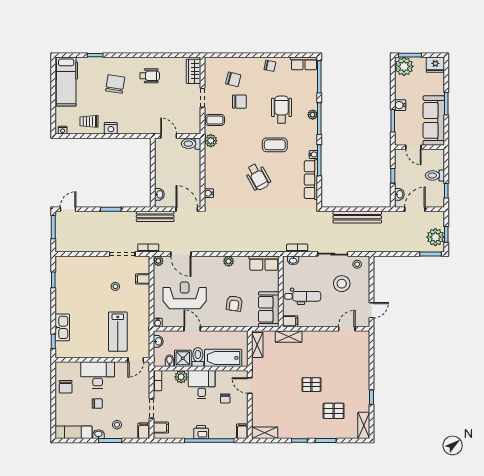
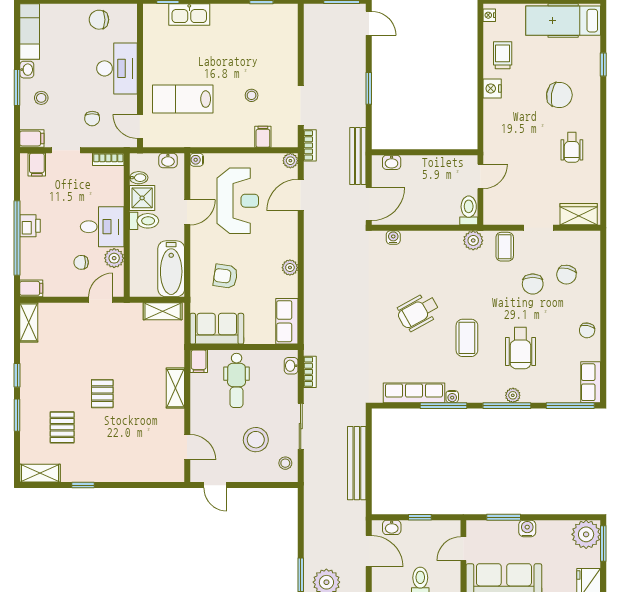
wheelchair: (282, 110) -> (520, 348), turned 90
shelving: (289, 337) -> (175, 388), moved
bathtub: (223, 358) -> (171, 269), moved, turned 180
plant: (181, 377) -> (114, 258), moved
chair: (97, 404) -> (92, 119), moved

